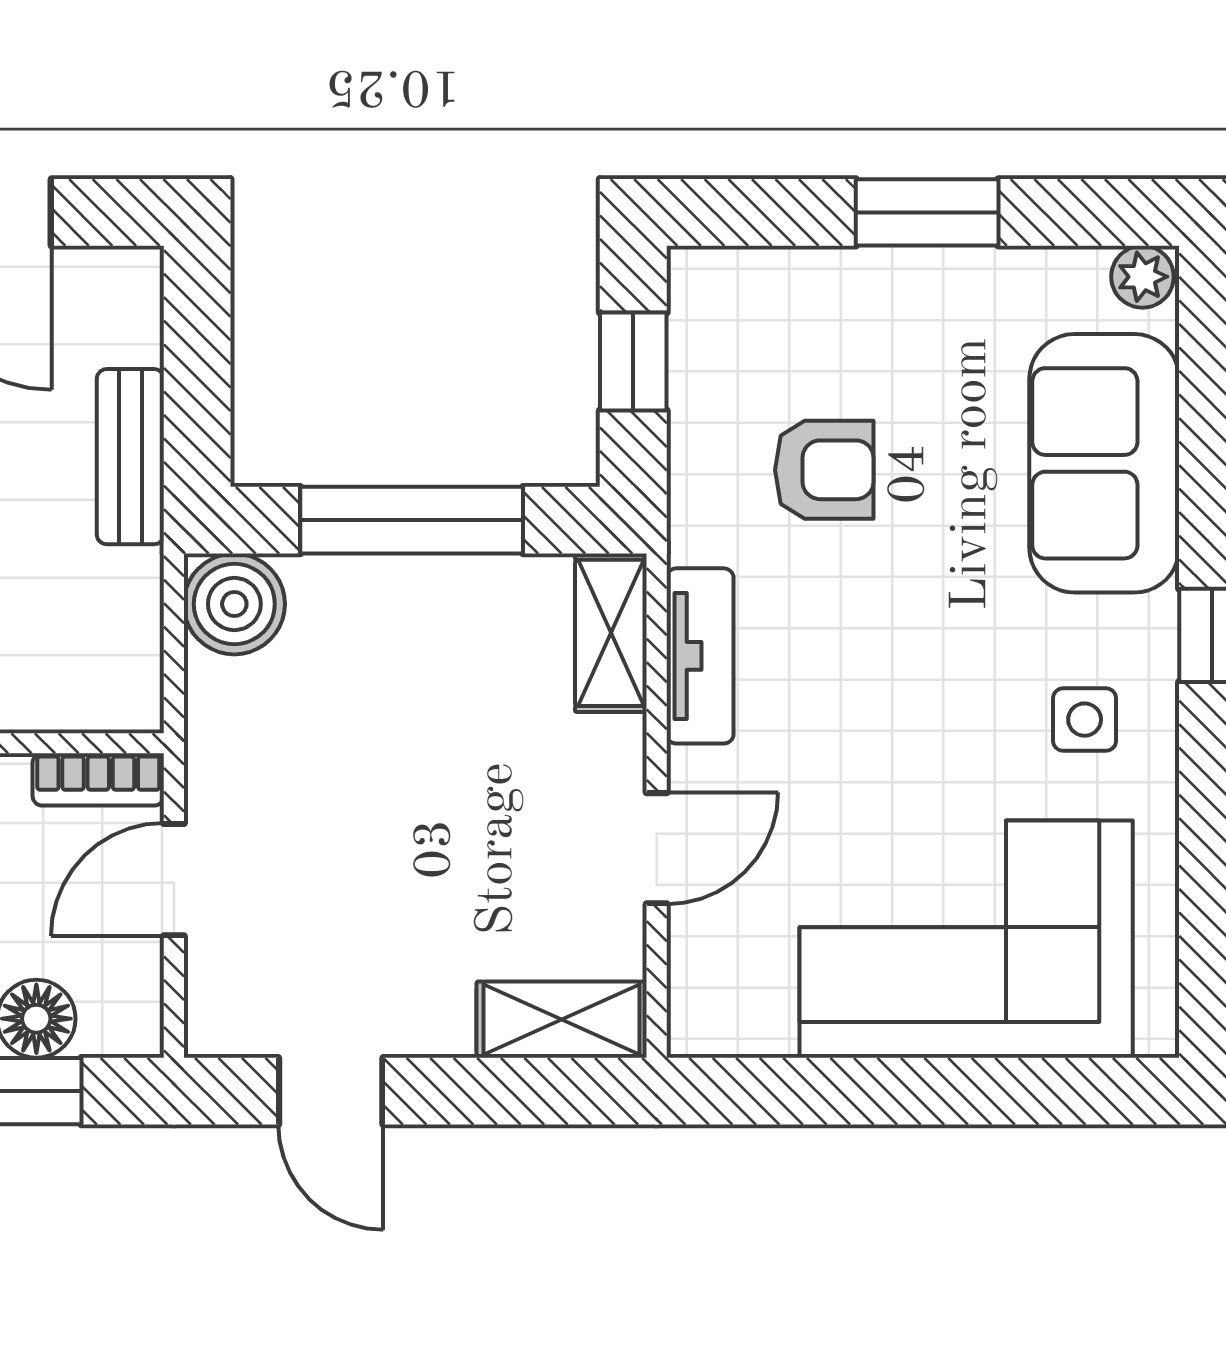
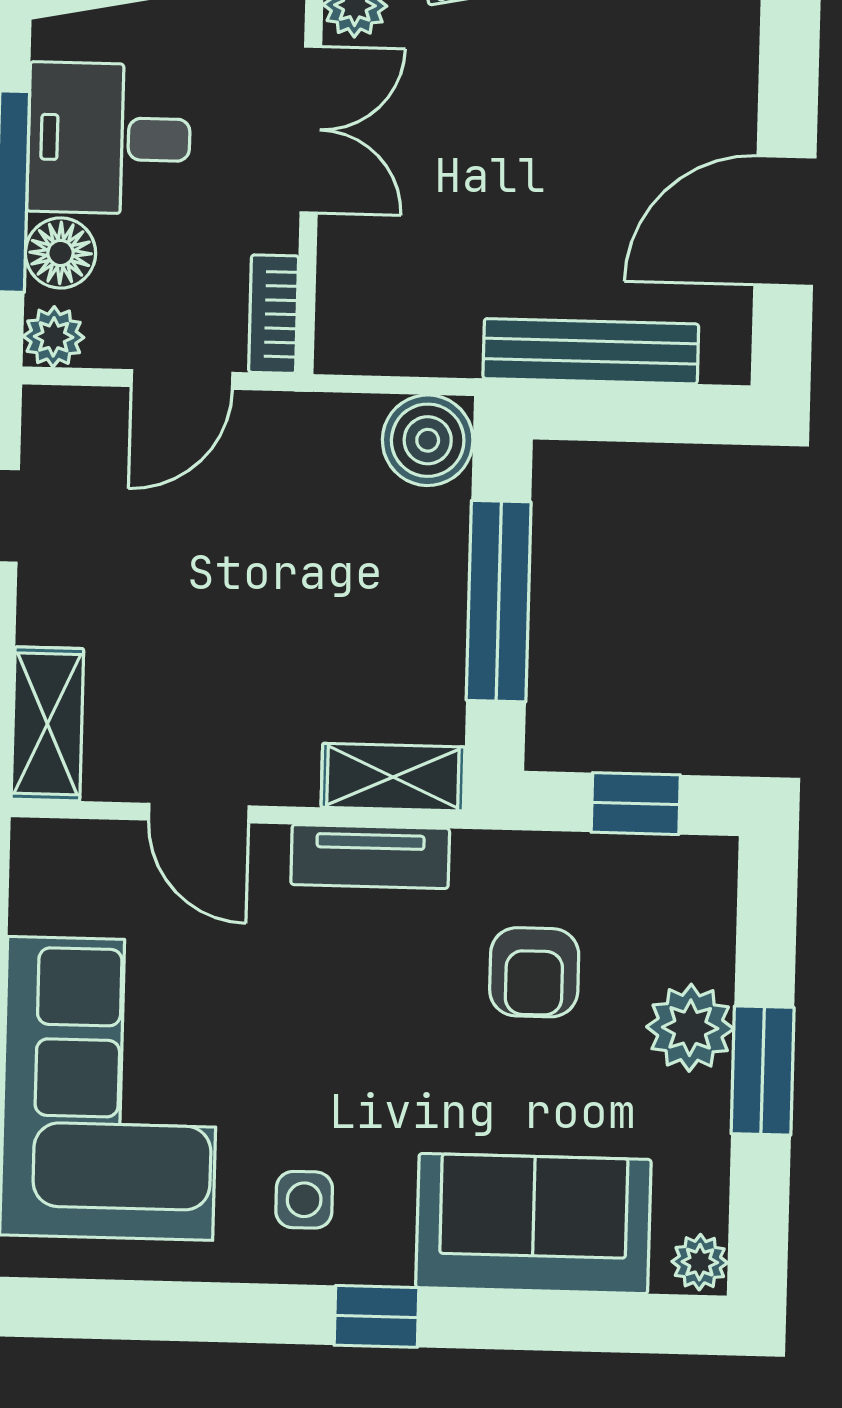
plant: (882, 294) -> (690, 1028), added
bench: (130, 457) -> (591, 351), width x1.36
door: (174, 880) -> (182, 380), swing flipped
plant: (130, 1024) -> (54, 337), added

